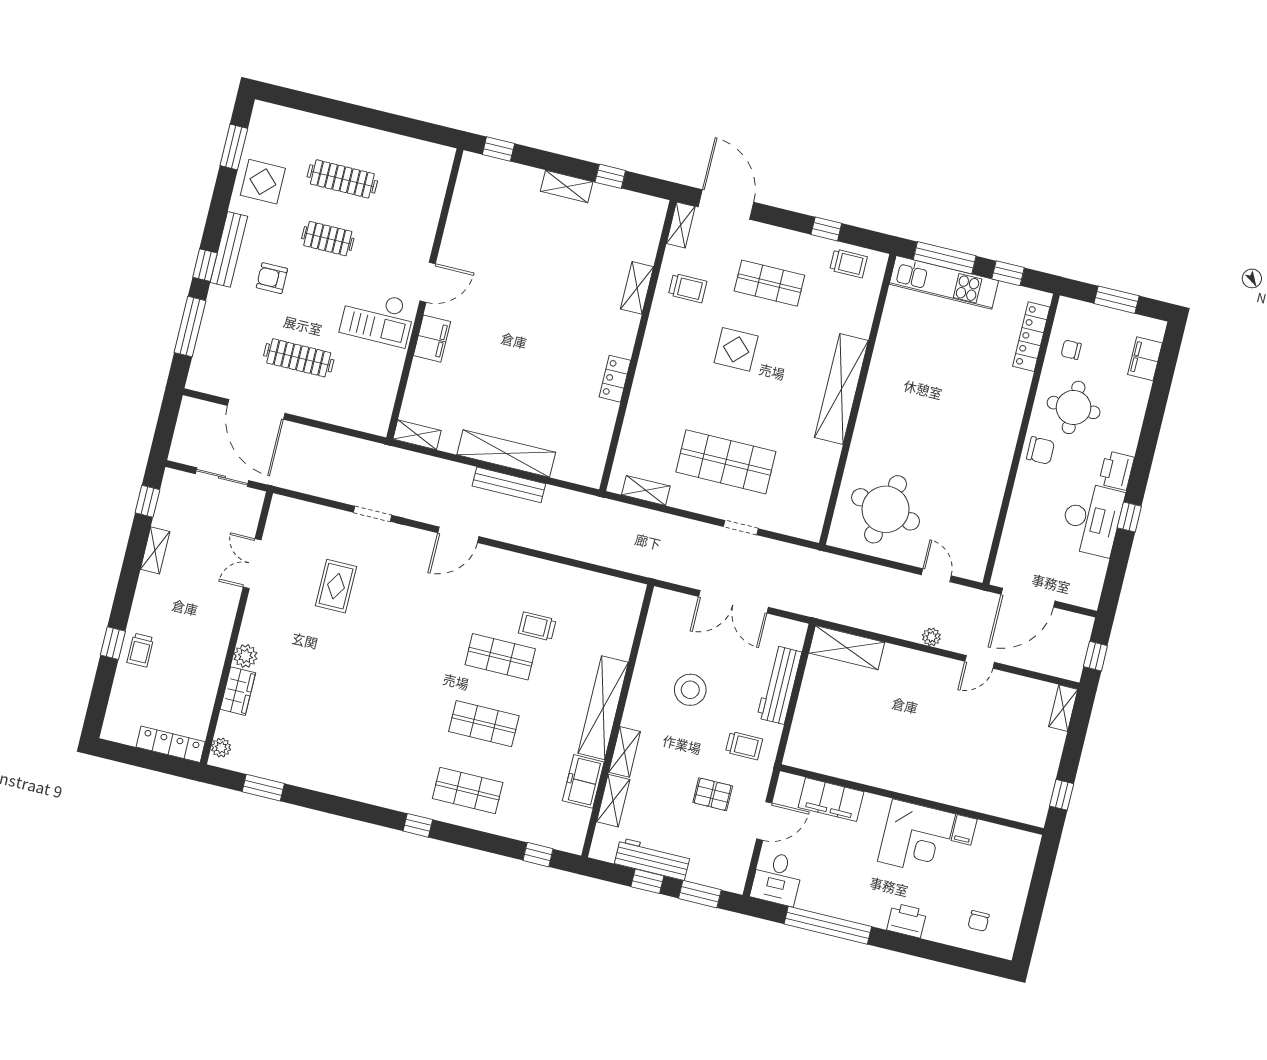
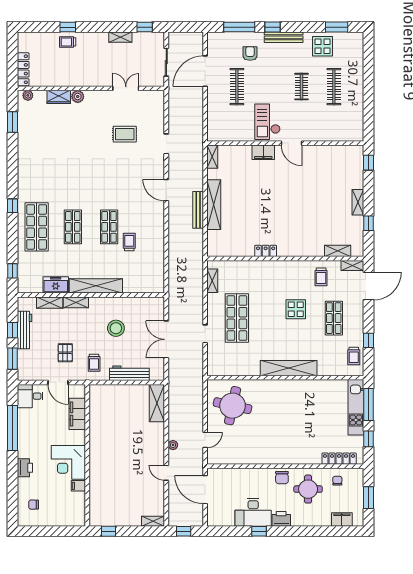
armchair: (272, 278) -> (250, 54), moved
shelving: (637, 288) -> (338, 251), moved
shop shelf: (468, 791) -> (37, 227), width x1.43, depth x1.36

